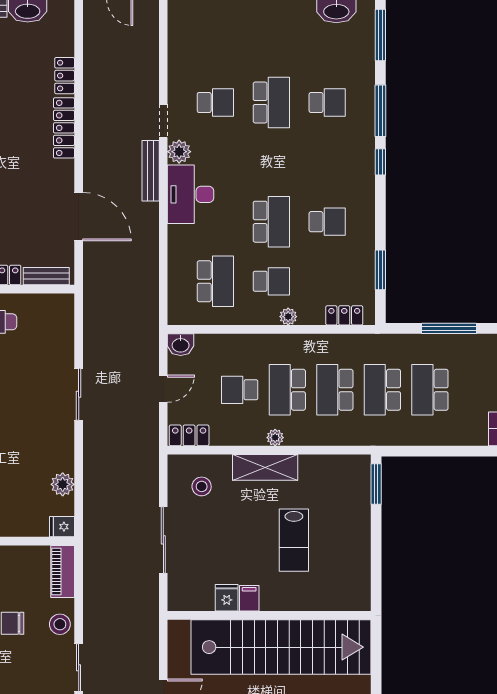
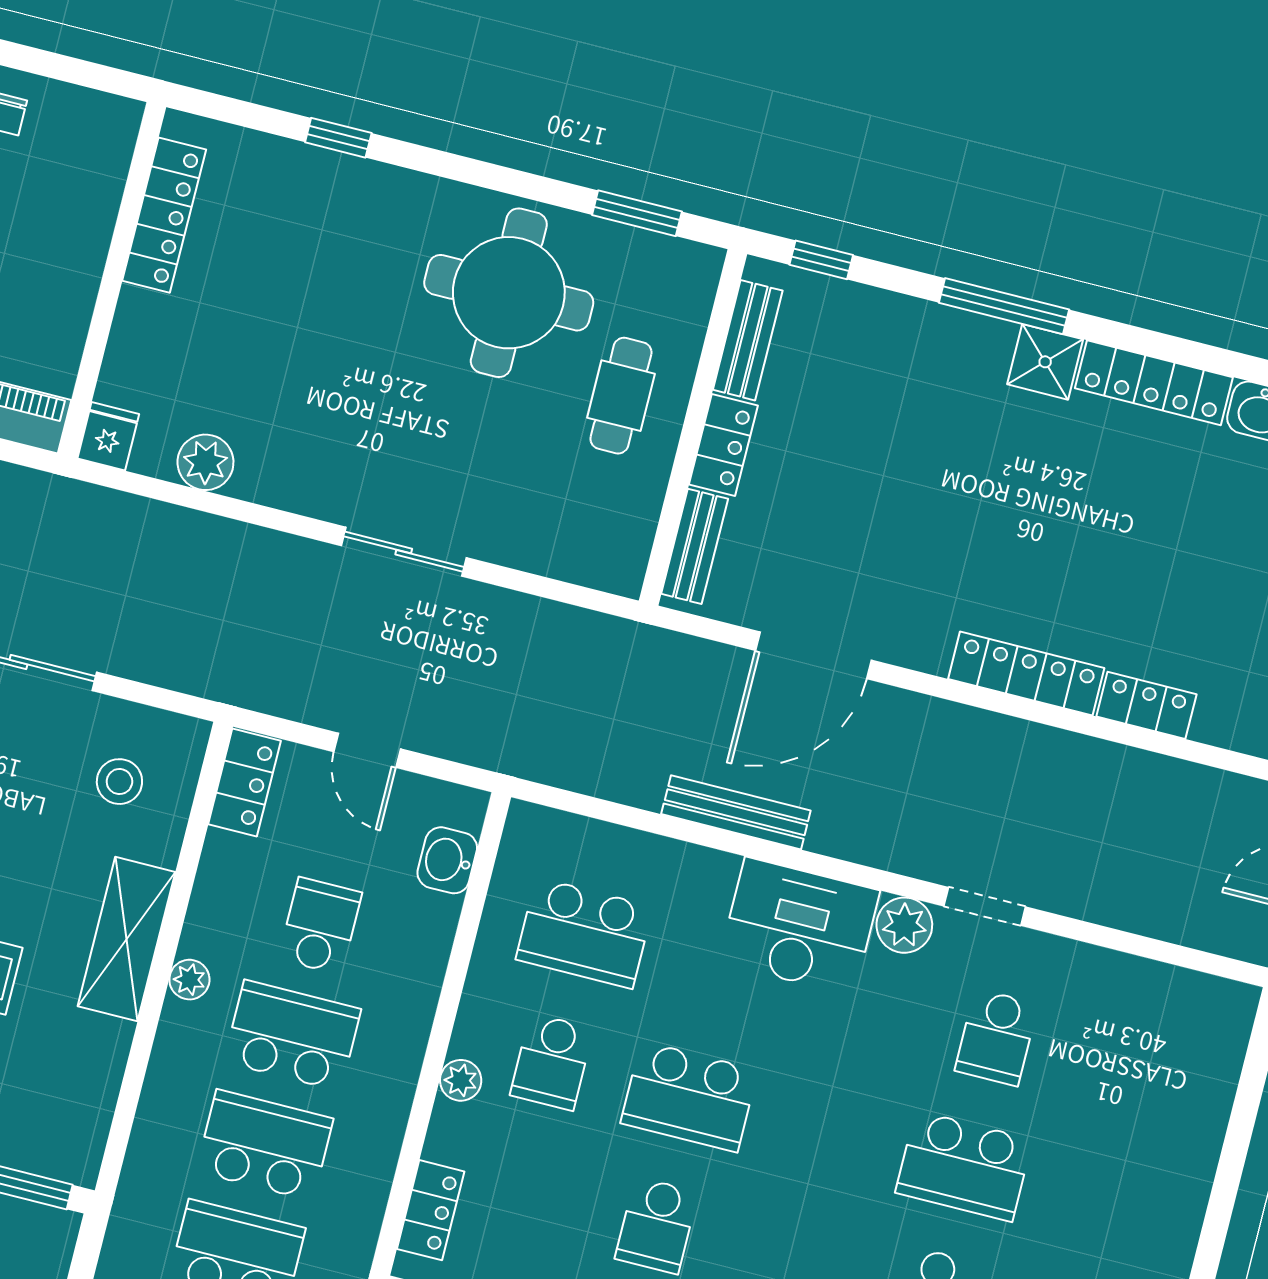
bench: (151, 171) -> (736, 812), moved
washbasin: (181, 345) -> (447, 860), moved

